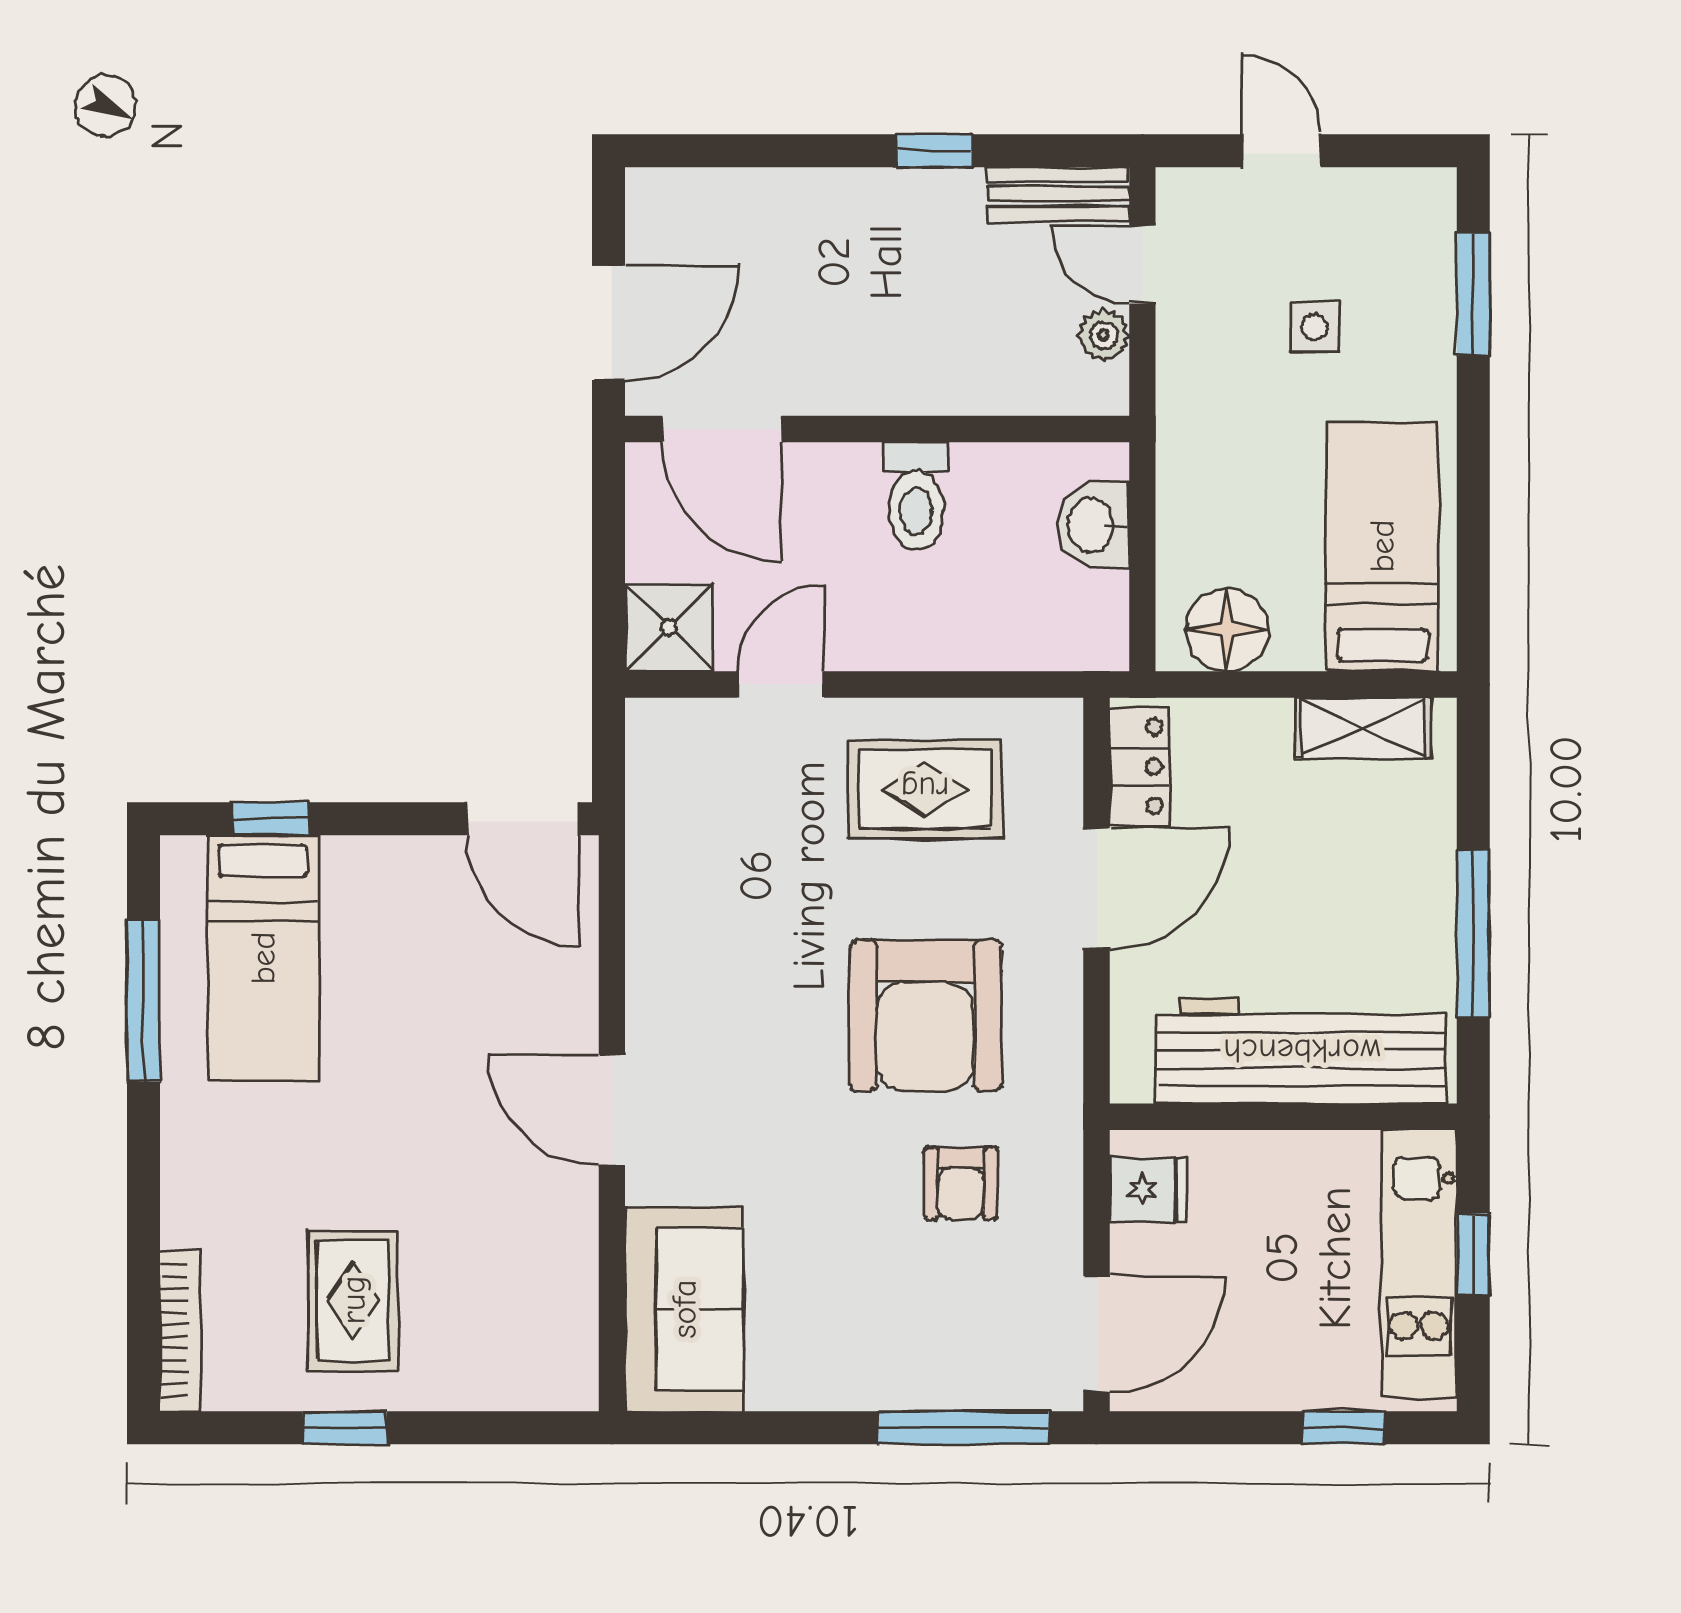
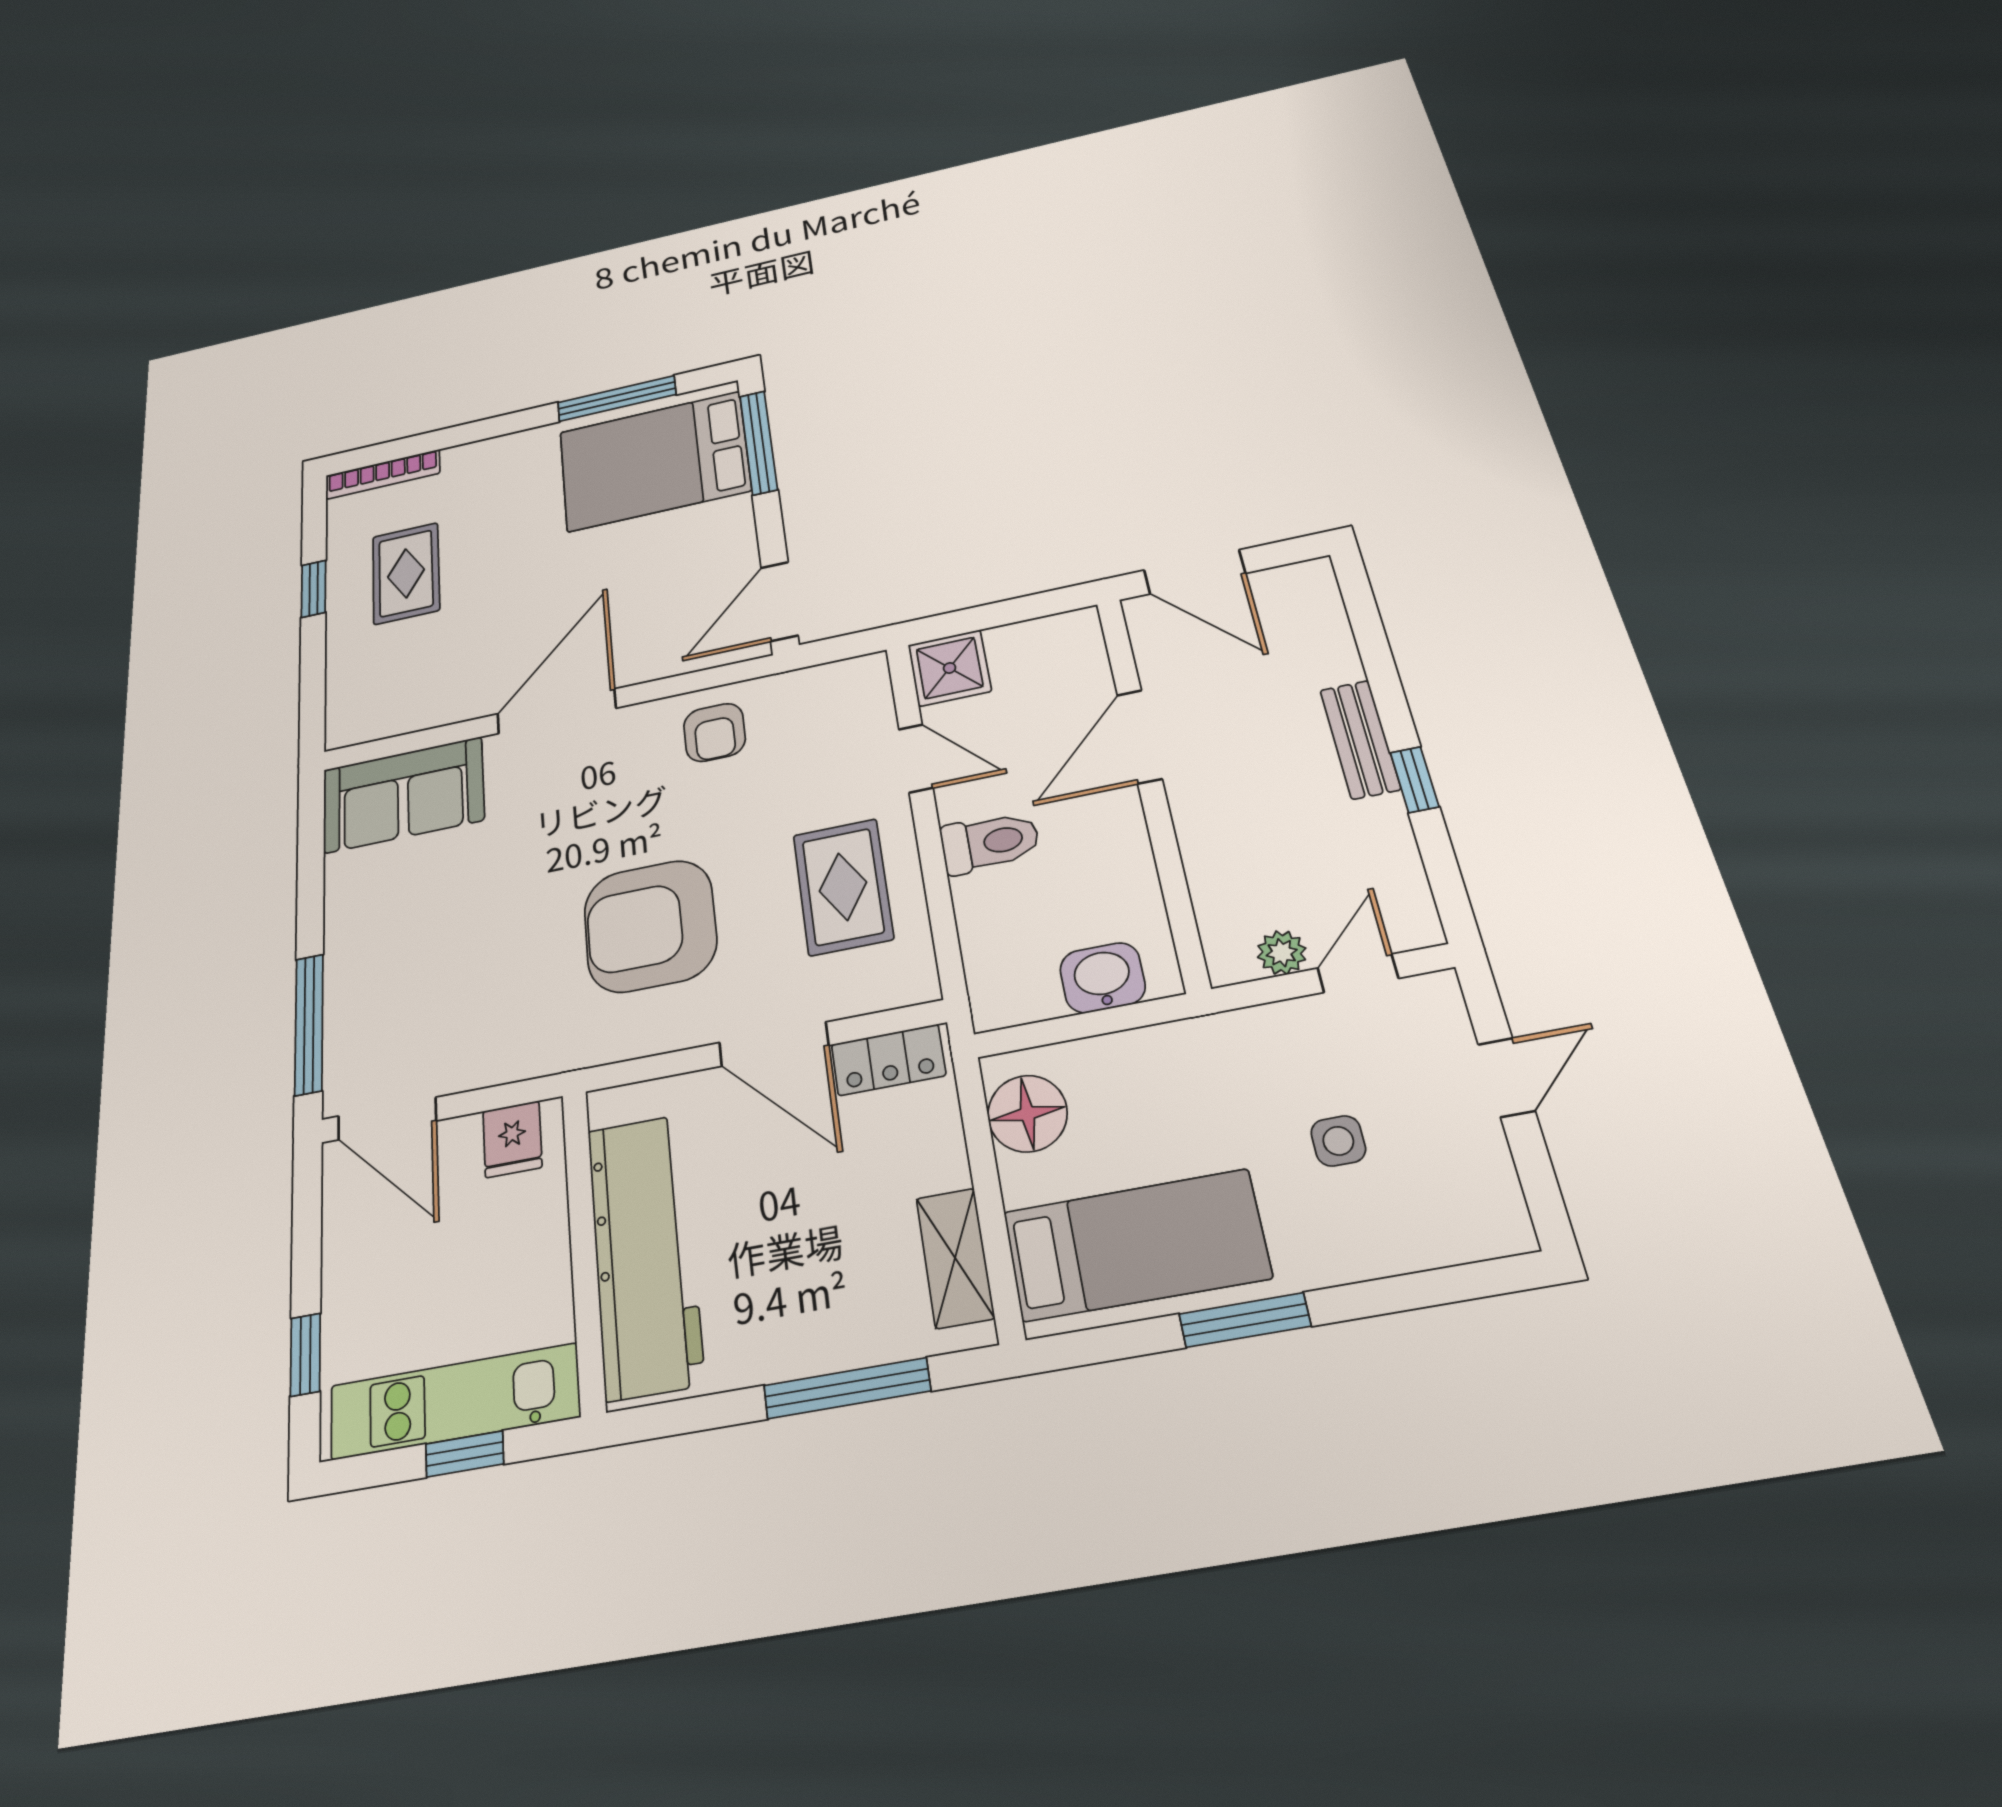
bench: (1058, 194) -> (1360, 739), moved
window: (1473, 294) -> (1245, 1320), moved
door: (722, 429) -> (1140, 737), moved
toilet: (916, 496) -> (990, 843), moved, turned 180
window: (271, 819) -> (759, 443), width x2.17
window: (1473, 934) -> (847, 1388), moved
bed: (263, 958) -> (654, 461), width x1.50
door: (612, 1110) -> (557, 711), width x1.36
armchair: (961, 1183) -> (714, 732), moved, turned -90
rug: (353, 1300) -> (406, 573), turned 90

